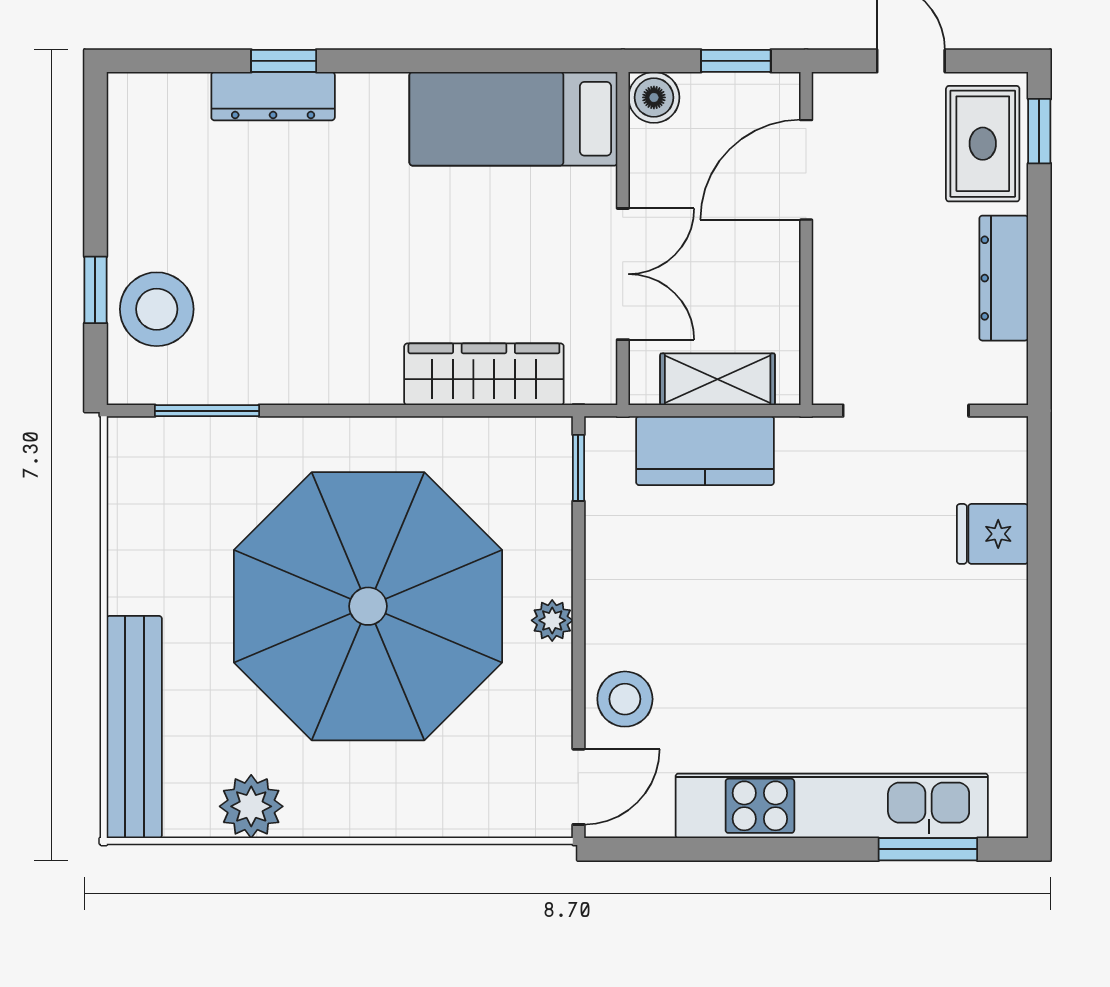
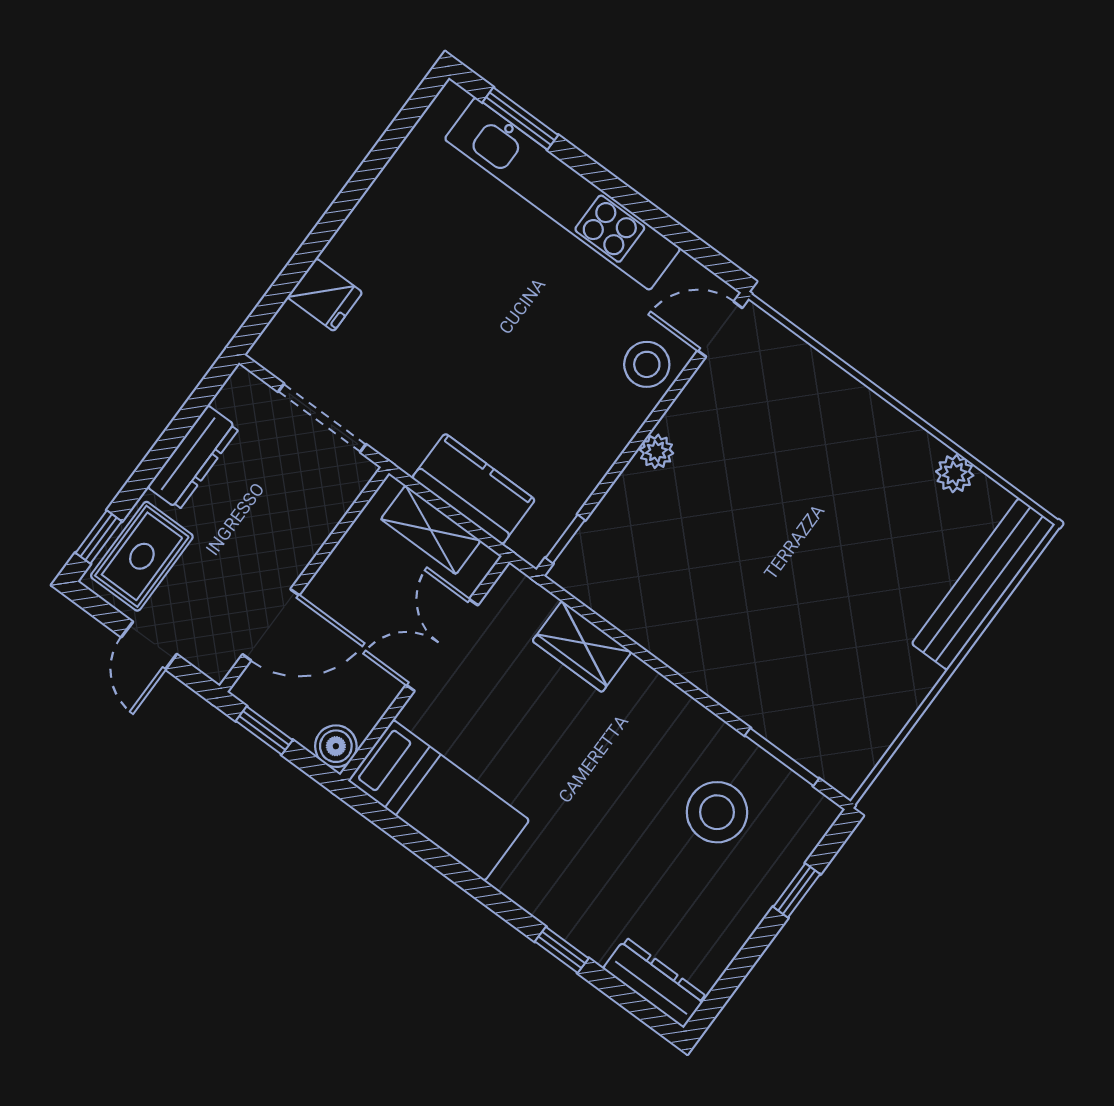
dresser: (273, 96) -> (655, 983), moved
stool: (157, 309) -> (717, 812), moved
wardrobe: (484, 374) -> (582, 646), width x0.67
parasol: (368, 606) -> (771, 550), removed
plant: (251, 806) -> (955, 474), width x0.73, depth x0.73

